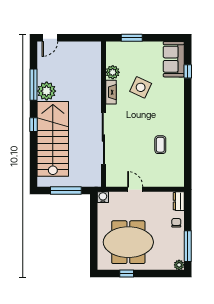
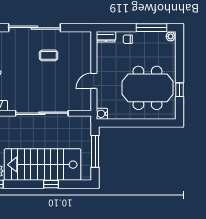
window: (34, 125) -> (51, 184), moved
sliding door: (188, 131) -> (34, 28), added
meeting table: (128, 242) -> (148, 88), turned 90

